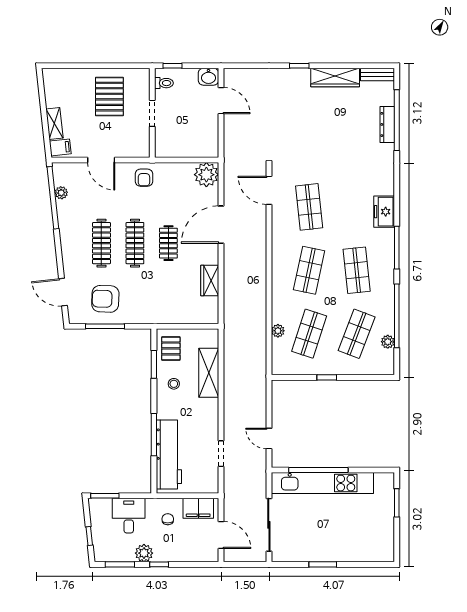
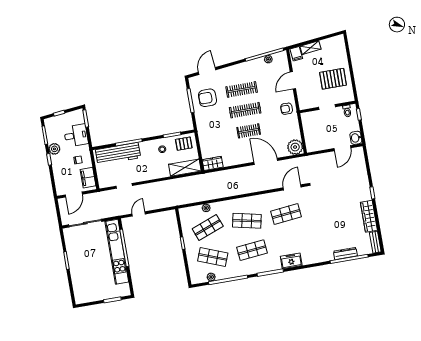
wardrobe: (210, 280) -> (213, 163), moved
armchair: (105, 299) -> (207, 98), turned -92
shop shelf: (309, 334) -> (208, 228), turned -39
shelving: (209, 373) -> (185, 168), moved

